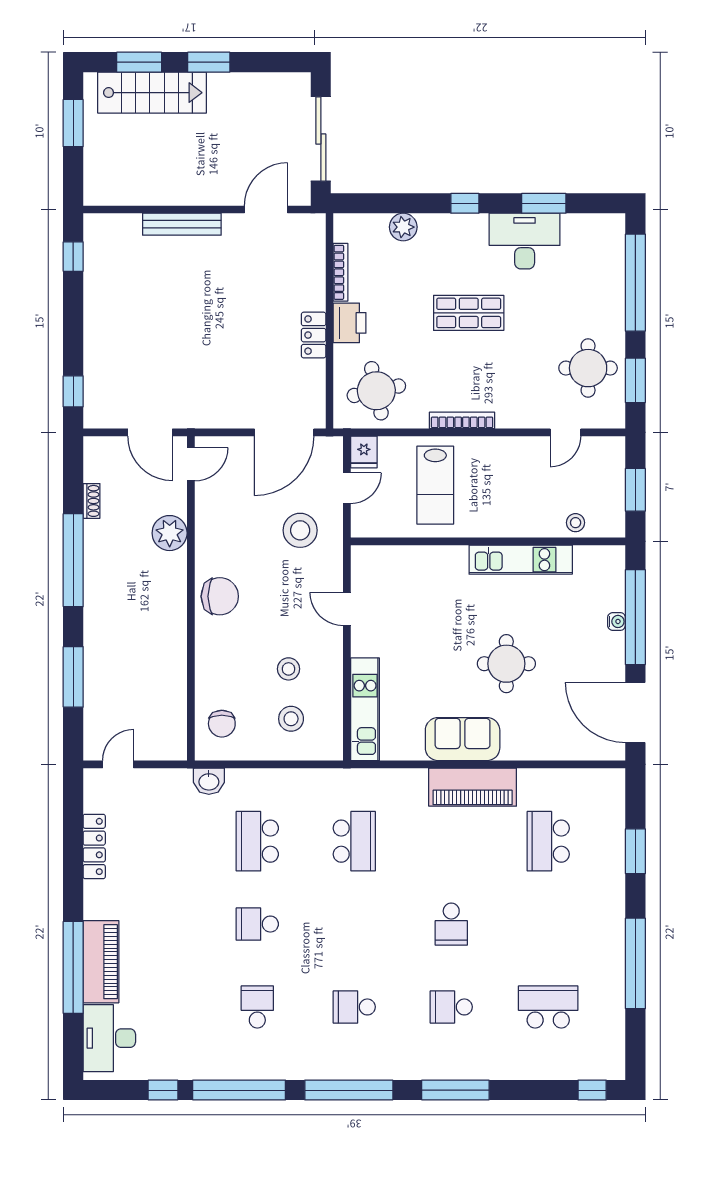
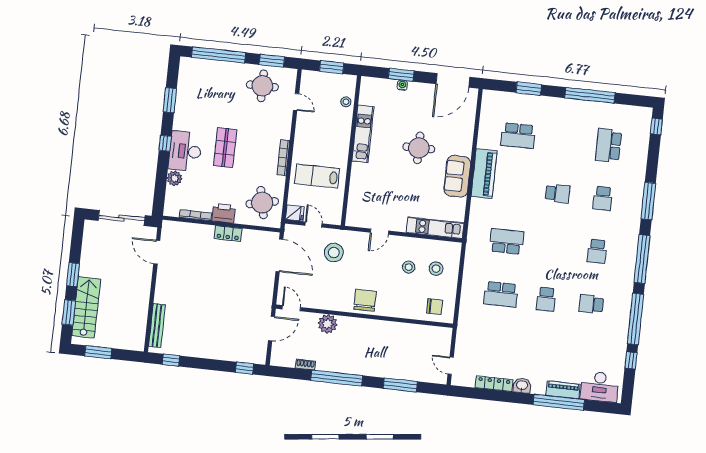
bench: (182, 224) -> (157, 326), moved
desk: (525, 241) -> (185, 151), moved
lab bench: (435, 485) -> (317, 176), turned 180
window: (635, 617) -> (401, 75), width x0.47
washbasin: (209, 781) -> (522, 386), moved, turned -90
piano: (101, 962) -> (563, 390), width x0.73, depth x0.75

